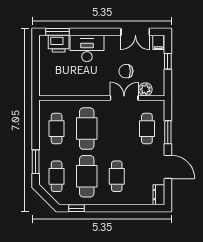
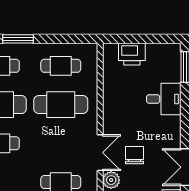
printer: (59, 44) -> (132, 54), moved, turned -90
desk: (87, 48) -> (164, 99), width x0.73

